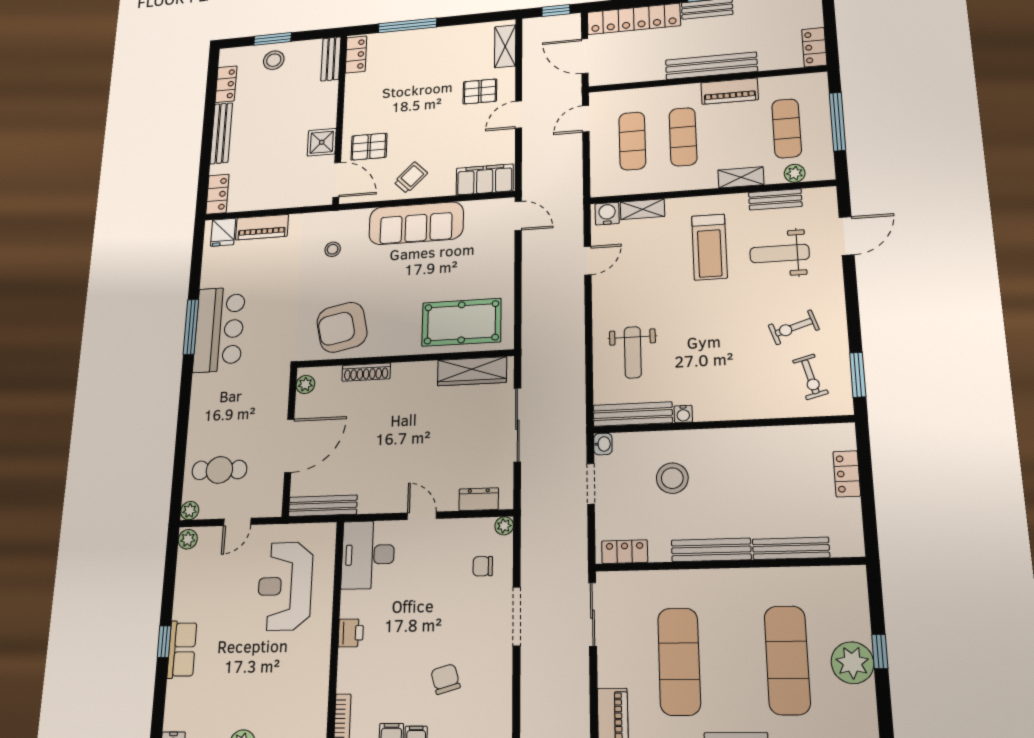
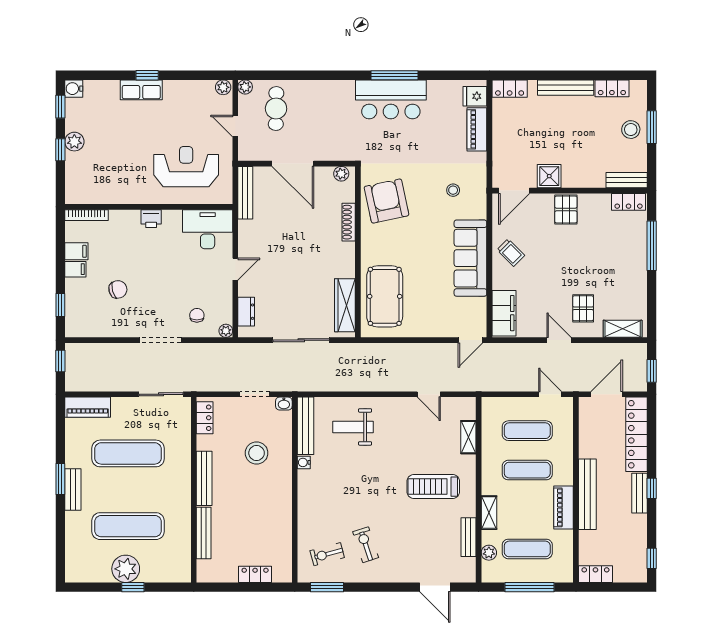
pallet: (369, 147) -> (566, 210), moved
water cooler: (607, 214) -> (467, 410), removed
weight bench: (780, 254) -> (424, 538), removed

